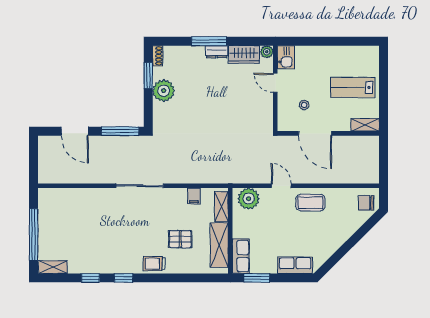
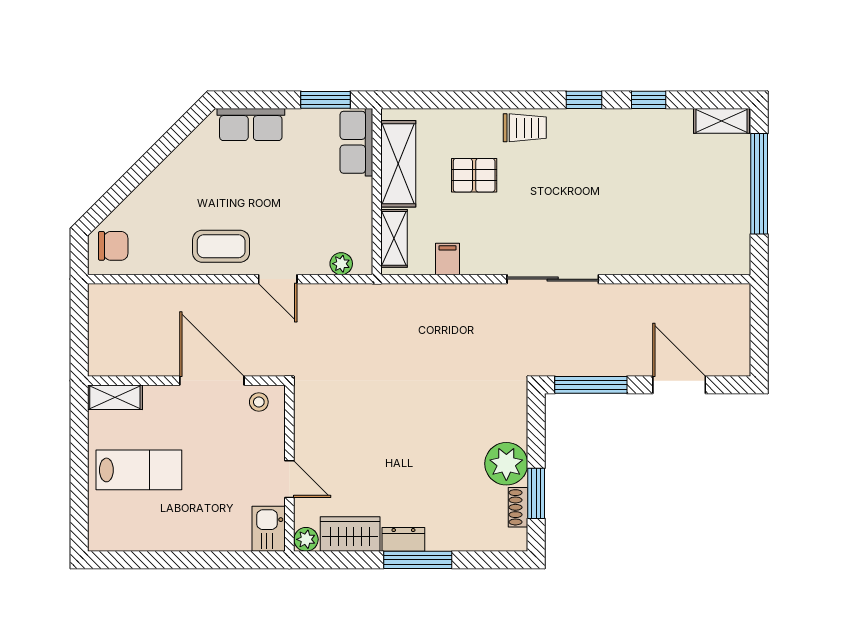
shoe rack: (158, 56) -> (518, 507), moved
stool: (304, 105) -> (259, 402), moved
plant: (249, 199) -> (341, 264), width x0.53, depth x0.53

